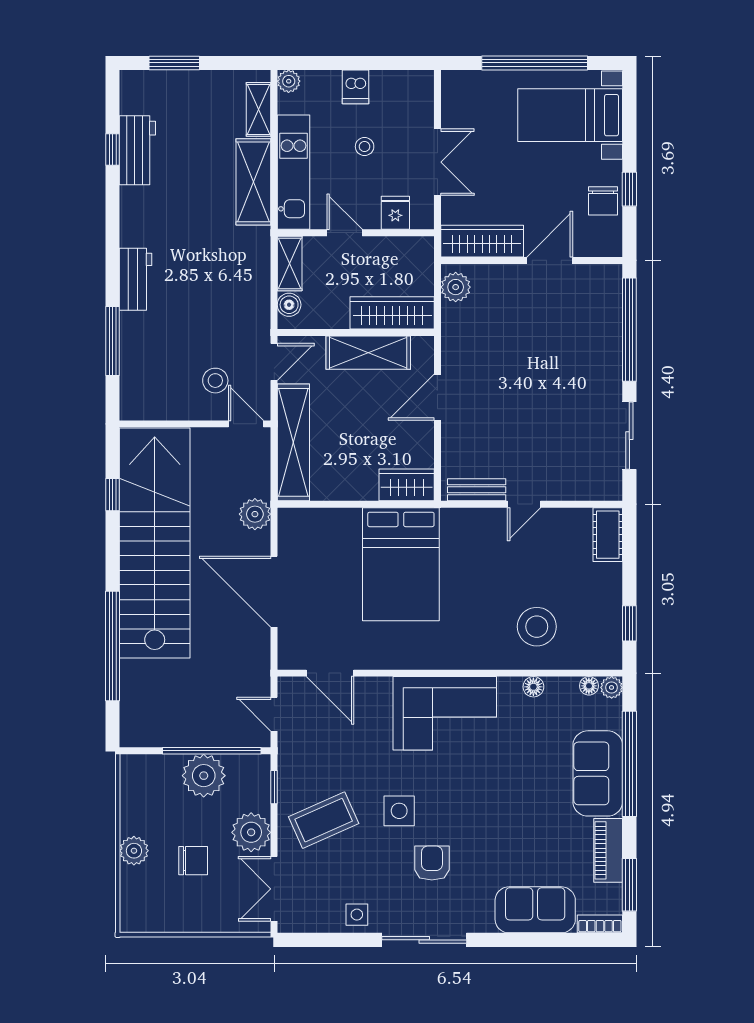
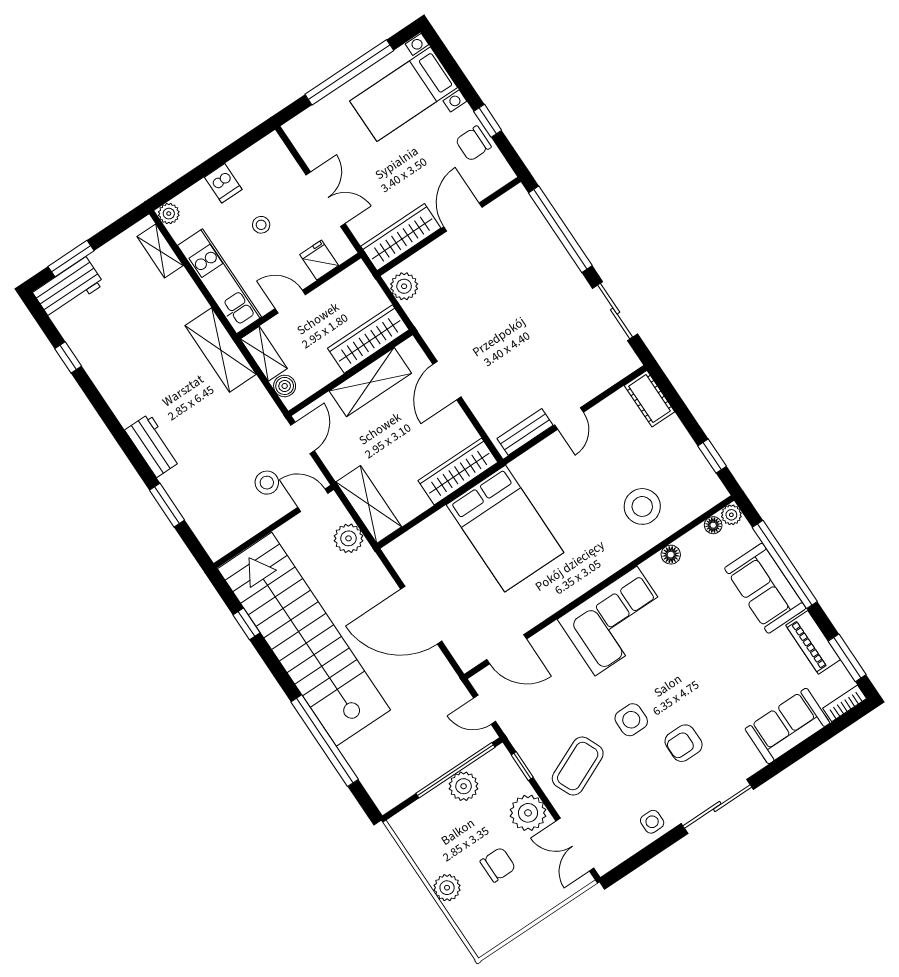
workbench: (137, 150) -> (68, 288), moved, turned 90
shelving: (253, 182) -> (221, 350), moved
chair: (603, 201) -> (473, 144), turned 90
window: (113, 341) -> (167, 505), width x0.69
shelving: (293, 442) -> (369, 504), width x0.68
wardrobe: (407, 485) -> (458, 471), width x1.50
plant: (255, 514) -> (348, 538), moved
plant: (204, 776) -> (464, 786), width x0.73, depth x0.73
armchair: (432, 863) -> (684, 743), turned -90

